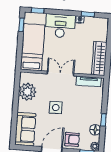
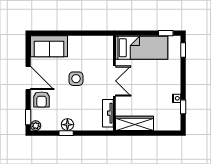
desk: (60, 26) -> (168, 77), removed
plant: (27, 92) -> (91, 45), removed
floor lamp: (95, 130) -> (67, 125), moved

